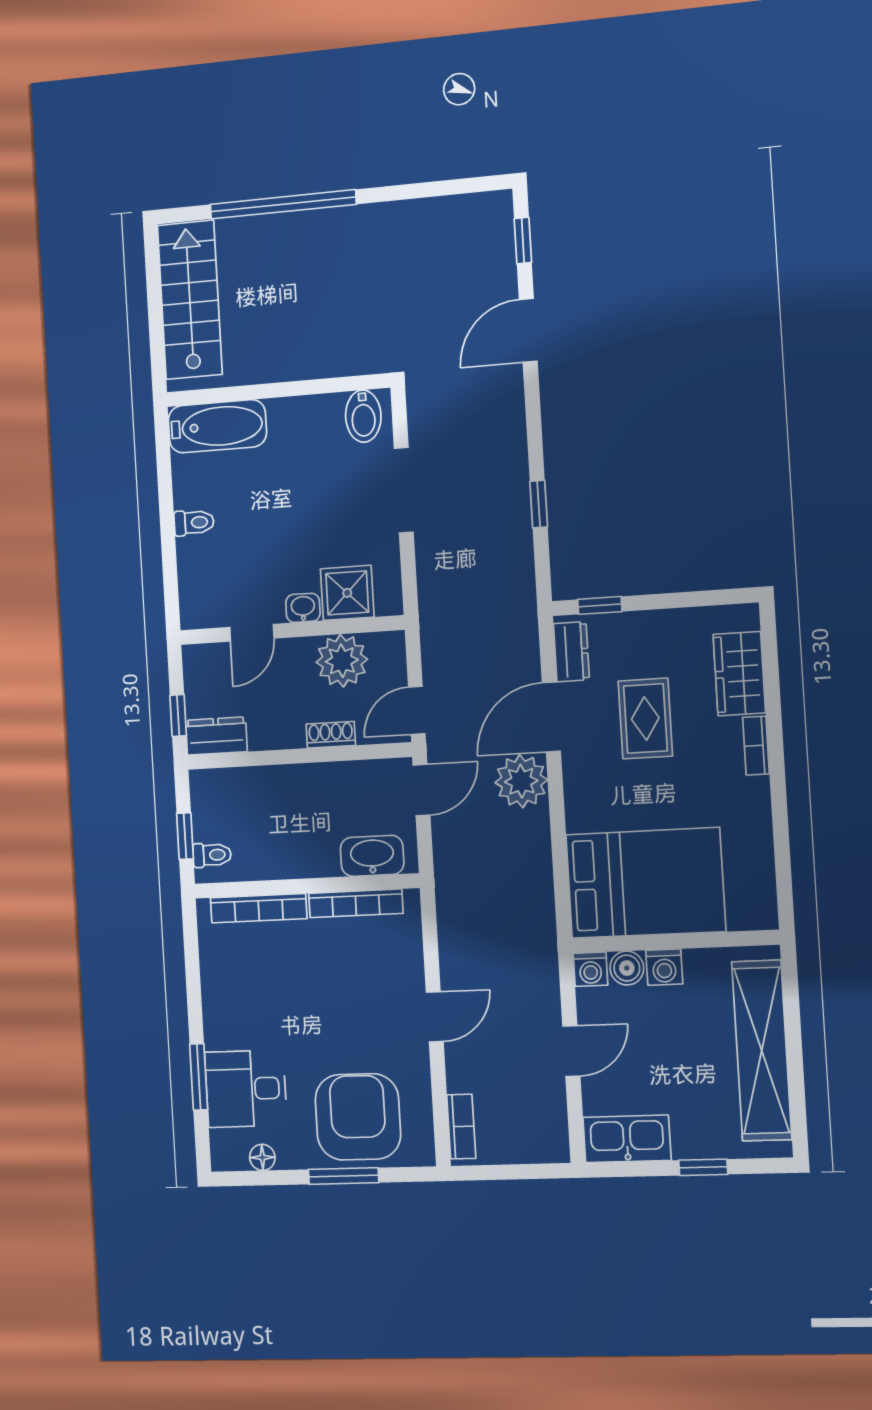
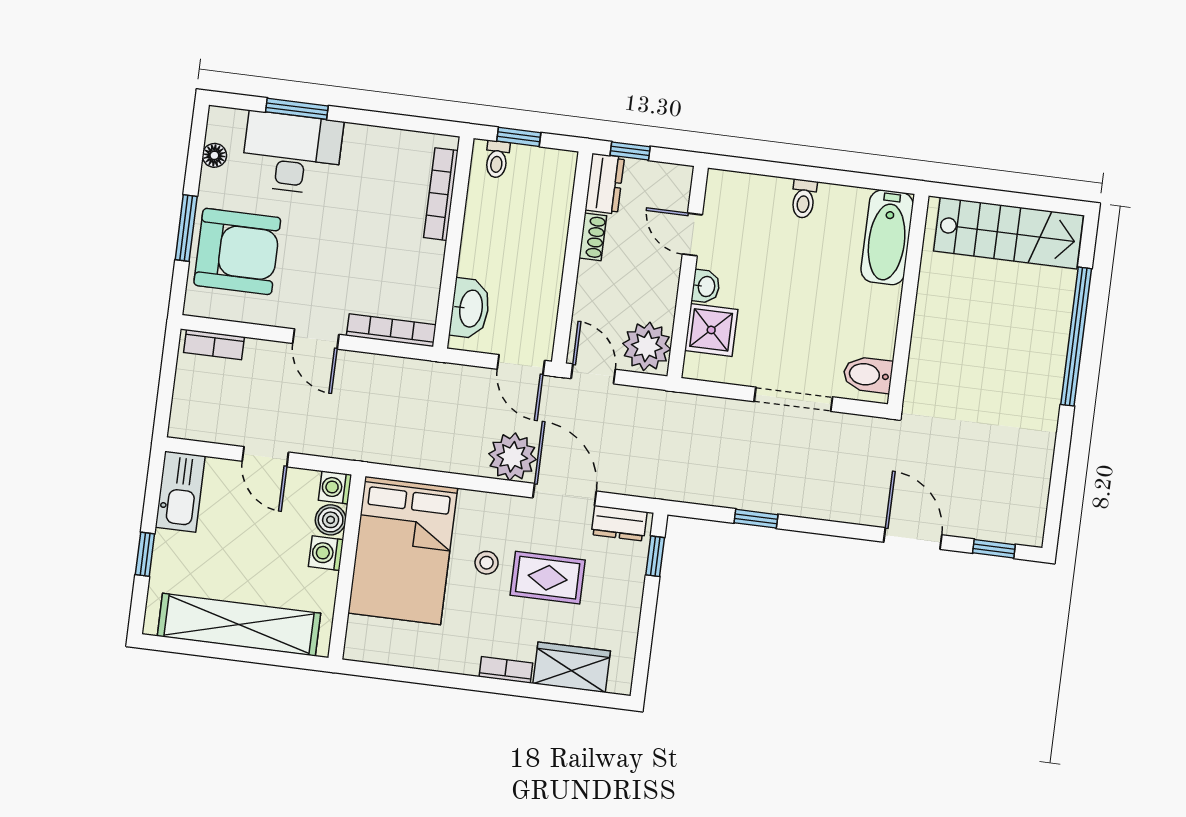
plant: (342, 661) -> (647, 346), moved
shoe rack: (331, 735) -> (593, 237), moved
stool: (642, 788) -> (487, 563), added
bookcase: (356, 903) -> (391, 330), moved, turned 90
desk: (246, 1089) -> (292, 153), width x1.37

